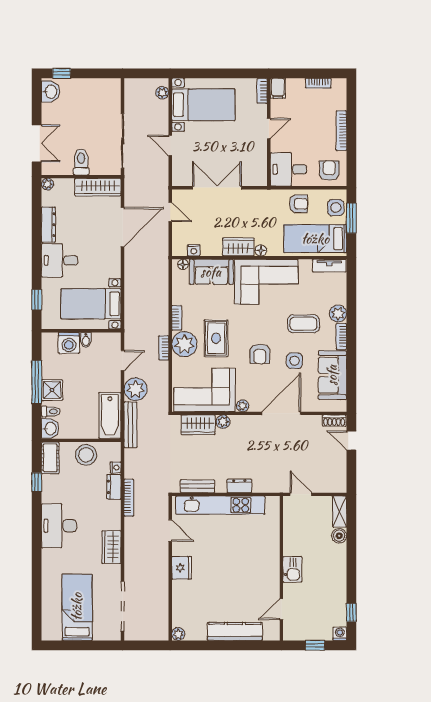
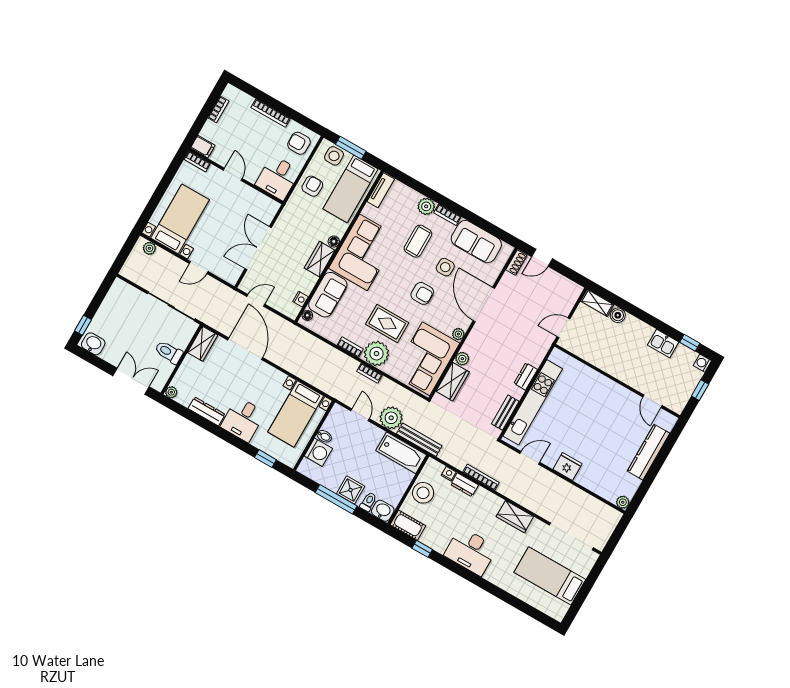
wardrobe: (98, 187) -> (203, 344), width x0.67
kitchen sink: (292, 569) -> (663, 344), moved, turned 180

